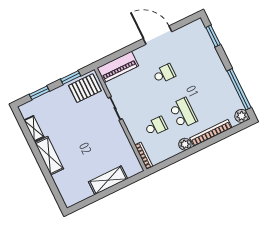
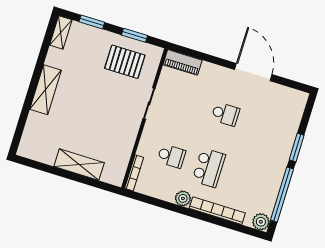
window: (213, 36) -> (297, 148), moved
piano: (118, 67) -> (183, 62), width x0.73, depth x0.75
pallet: (85, 88) -> (125, 62), moved
shelving: (34, 129) -> (61, 32), moved

